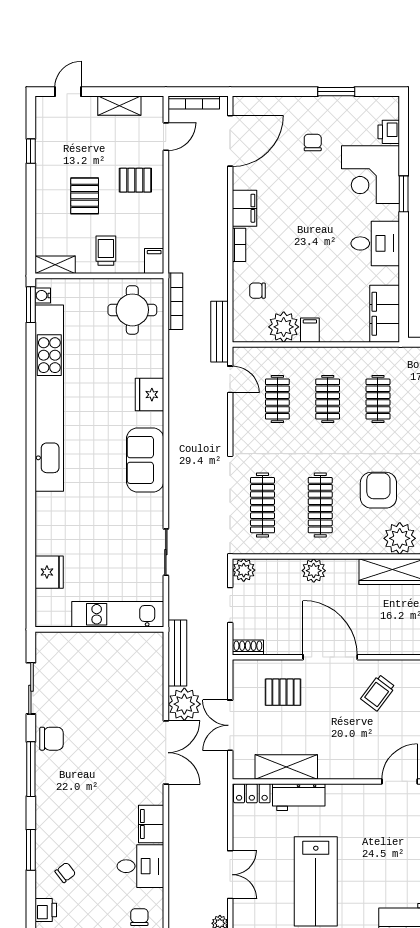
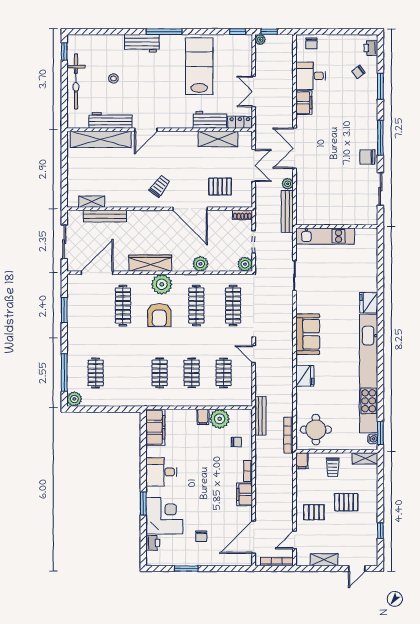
pallet: (85, 196) -> (346, 502), turned 90
door: (230, 379) -> (254, 354), moved
plant: (400, 538) -> (162, 284), moved
fridge: (49, 572) -> (369, 303), moved
plant: (184, 704) -> (288, 184), width x0.53, depth x0.53
double door: (230, 875) -> (254, 92), moved

